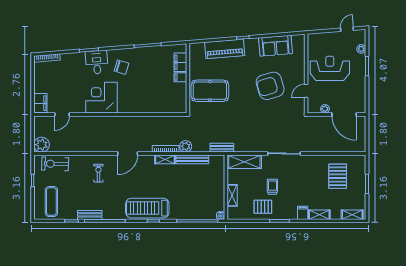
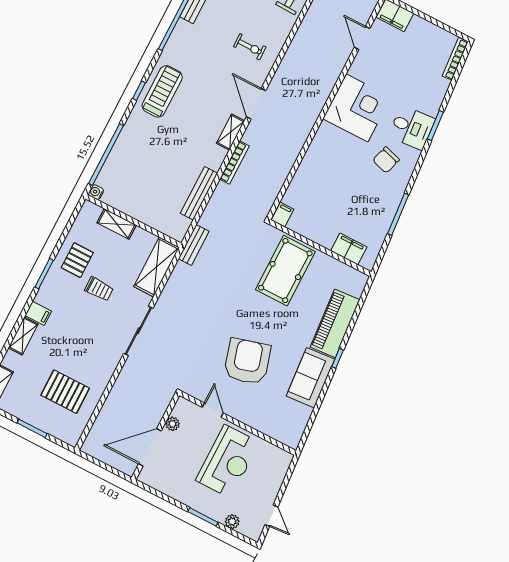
sofa: (276, 46) -> (311, 378), moved
filing cabinet: (180, 77) -> (282, 215), moved
plant: (186, 146) -> (223, 193), removed
shelving: (165, 159) -> (231, 132), moved
treadmill: (147, 208) -> (162, 91), width x0.73, depth x0.73

